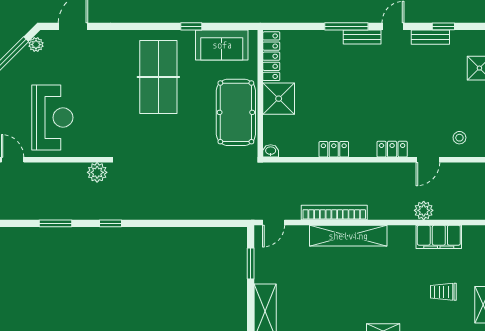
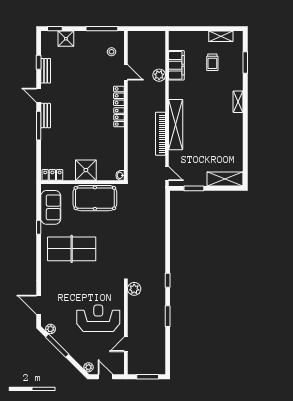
locker: (271, 56) -> (52, 175), width x0.66
locker: (334, 149) -> (119, 117), moved

